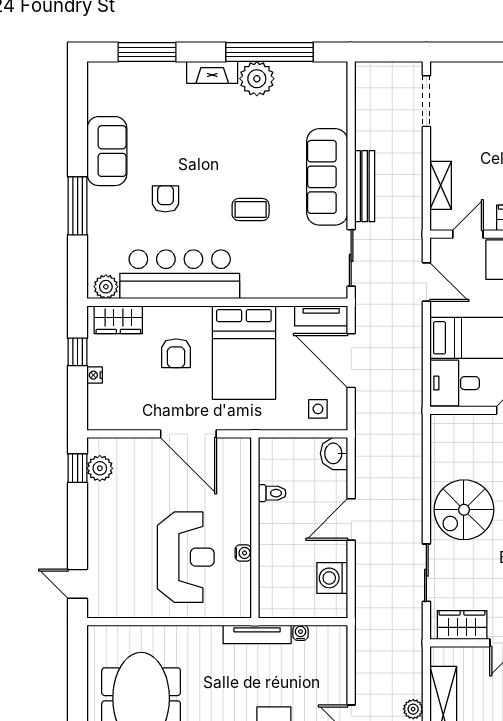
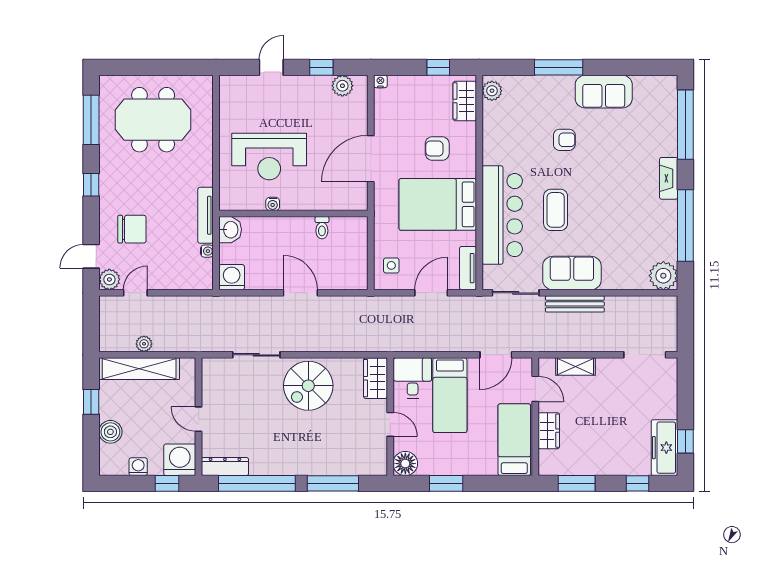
window: (147, 52) -> (685, 125), width x1.46
plant: (257, 79) -> (663, 276), moved
sofa: (327, 177) -> (572, 273), width x0.73
coffee table: (251, 210) -> (556, 210), width x1.36, depth x1.30
bar counter: (180, 274) -> (502, 215), moved
door: (351, 361) -> (431, 293), width x0.73
nightstand: (95, 375) -> (380, 81), moved
washbasin: (334, 453) -> (230, 230), moved, turned 90
window: (78, 468) -> (321, 67), moved
spiral stairs: (464, 510) -> (308, 386), turned -90
washing machine: (332, 578) -> (232, 277), moved
door: (78, 584) -> (271, 67), moved
wardrobe: (462, 625) -> (375, 378), moved, turned 180

